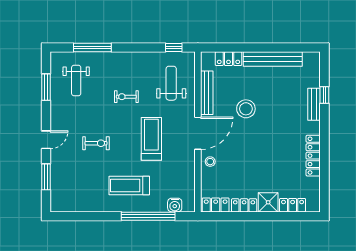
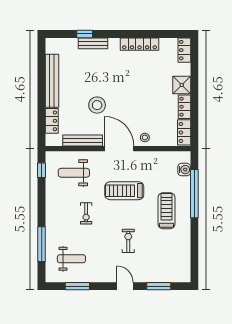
treadmill: (129, 185) -> (167, 211), turned 180
locker: (293, 205) -> (184, 50), moved

